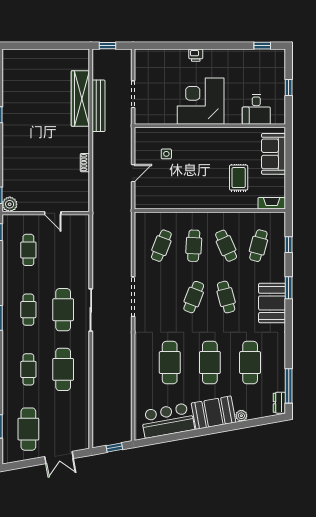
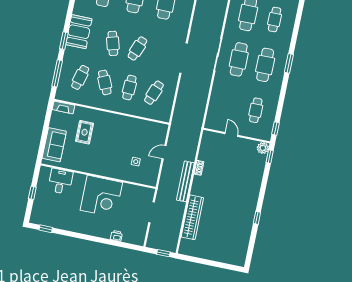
printer: (196, 55) -> (116, 236), moved
bench: (99, 106) -> (185, 181), moved
window: (289, 245) -> (57, 73), width x2.17
cafe table: (28, 310) -> (265, 65), width x1.37, depth x1.35

